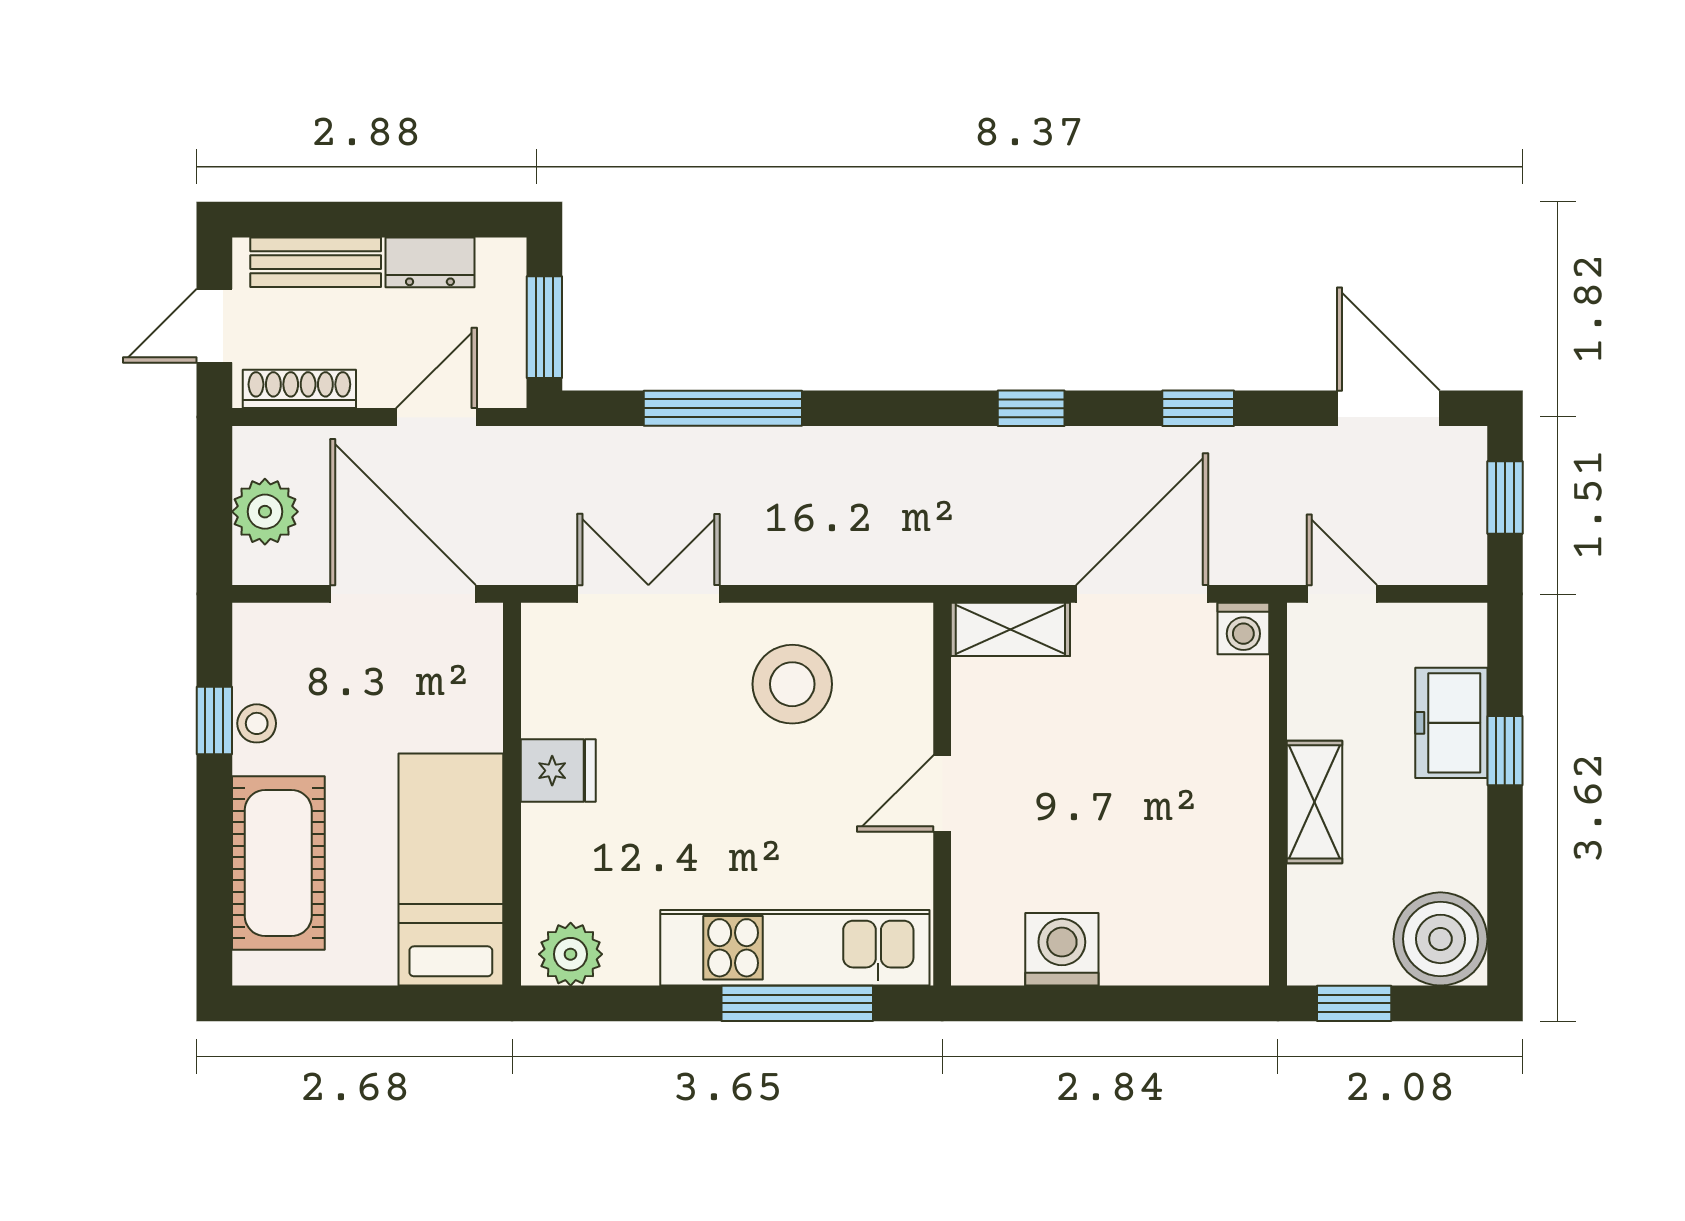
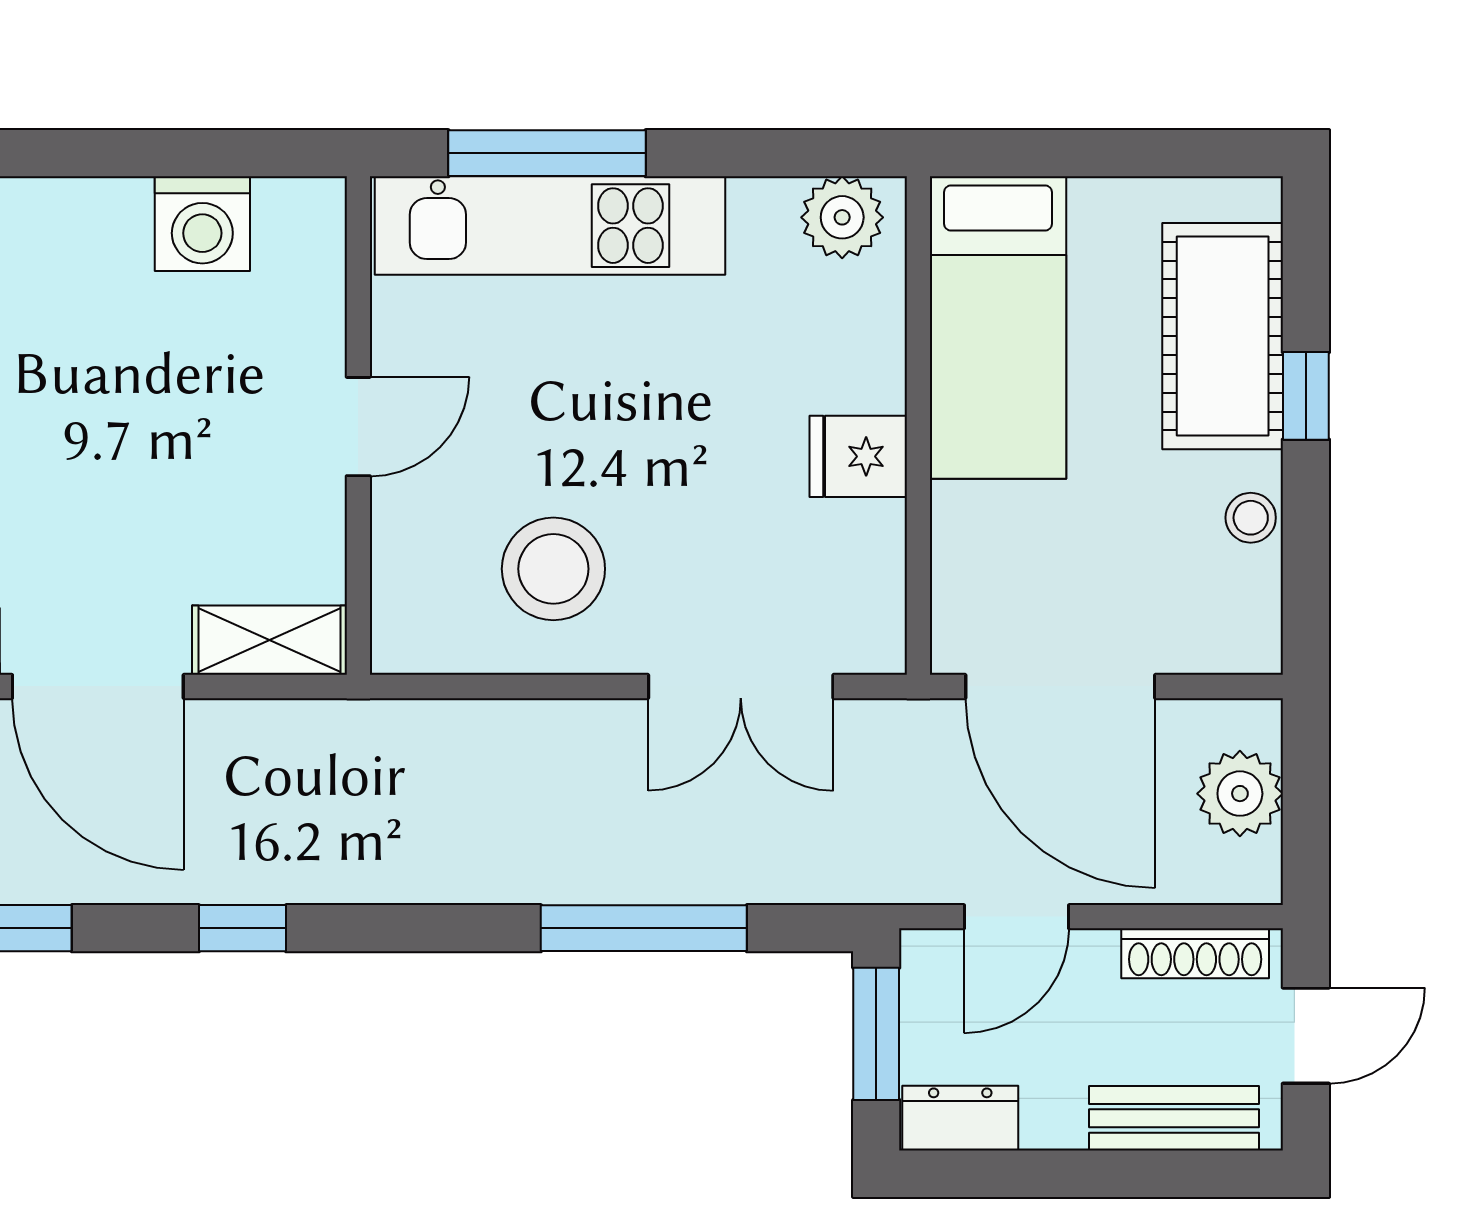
dresser: (430, 262) -> (960, 1118), moved
door: (1142, 594) -> (98, 686), hinge flipped
window: (214, 720) -> (1306, 396), moved

